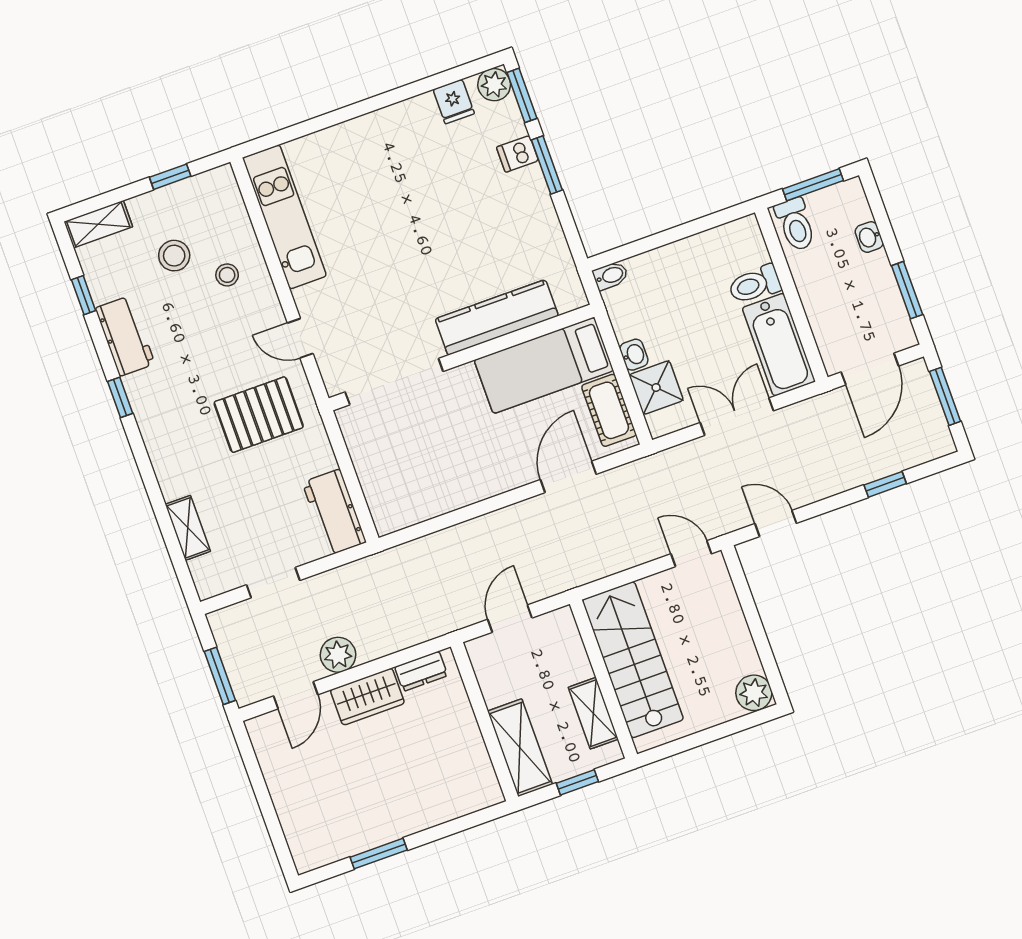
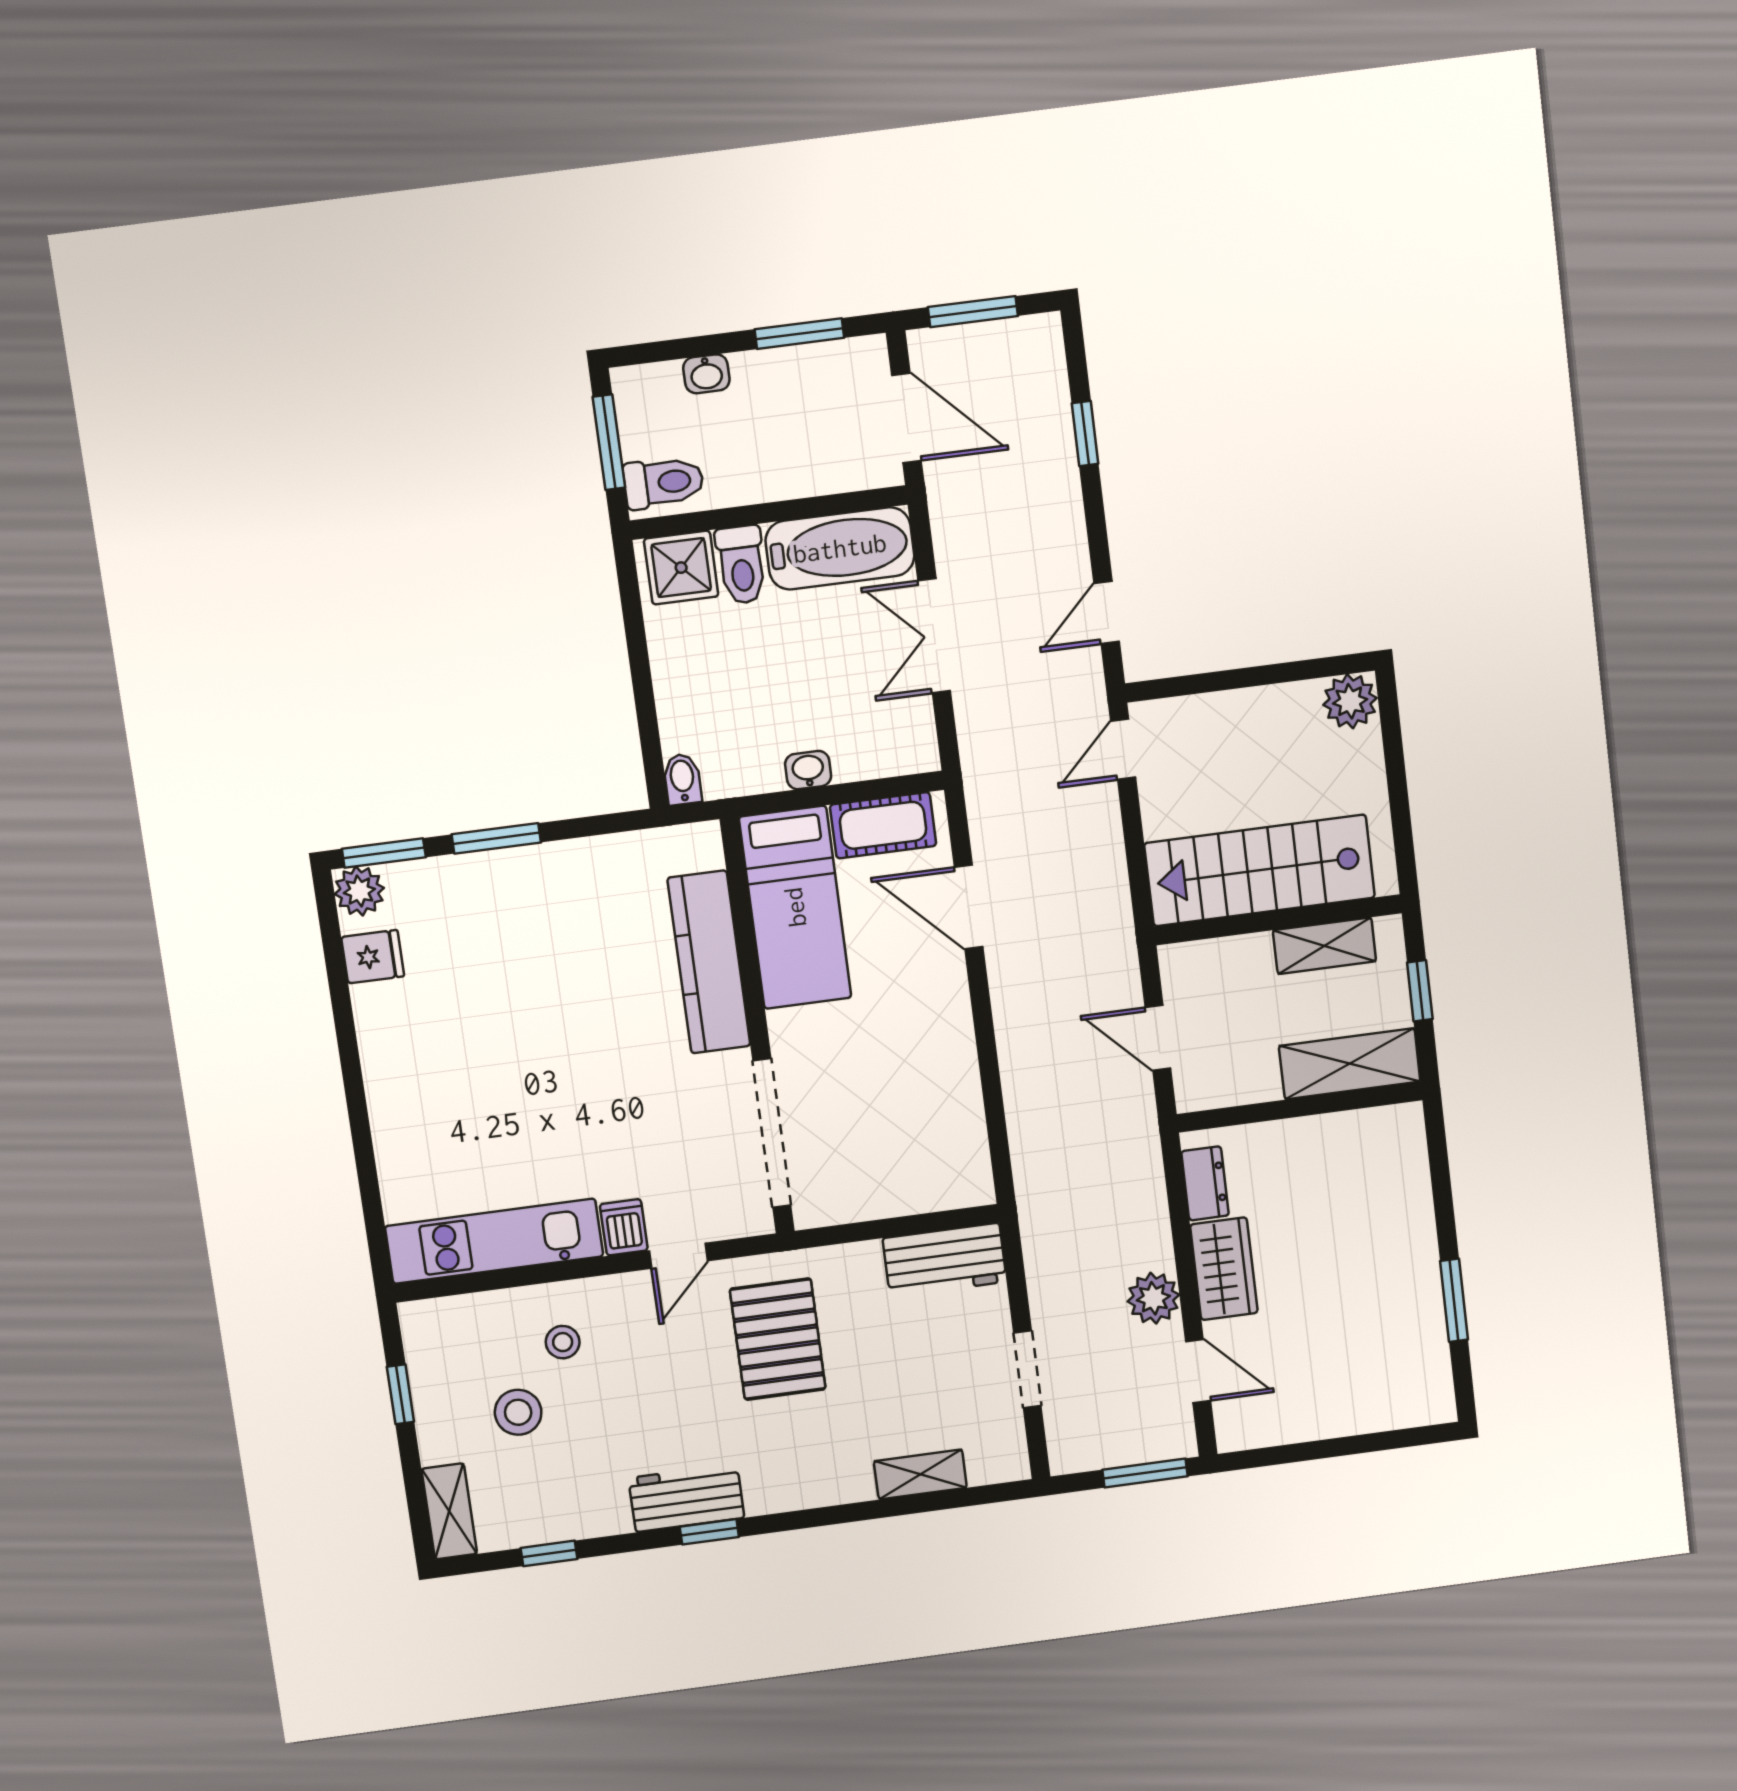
dishwasher: (517, 154) -> (624, 1227), moved, turned 180
workbench: (125, 336) -> (686, 1498), moved
shower: (656, 388) -> (681, 568), moved

